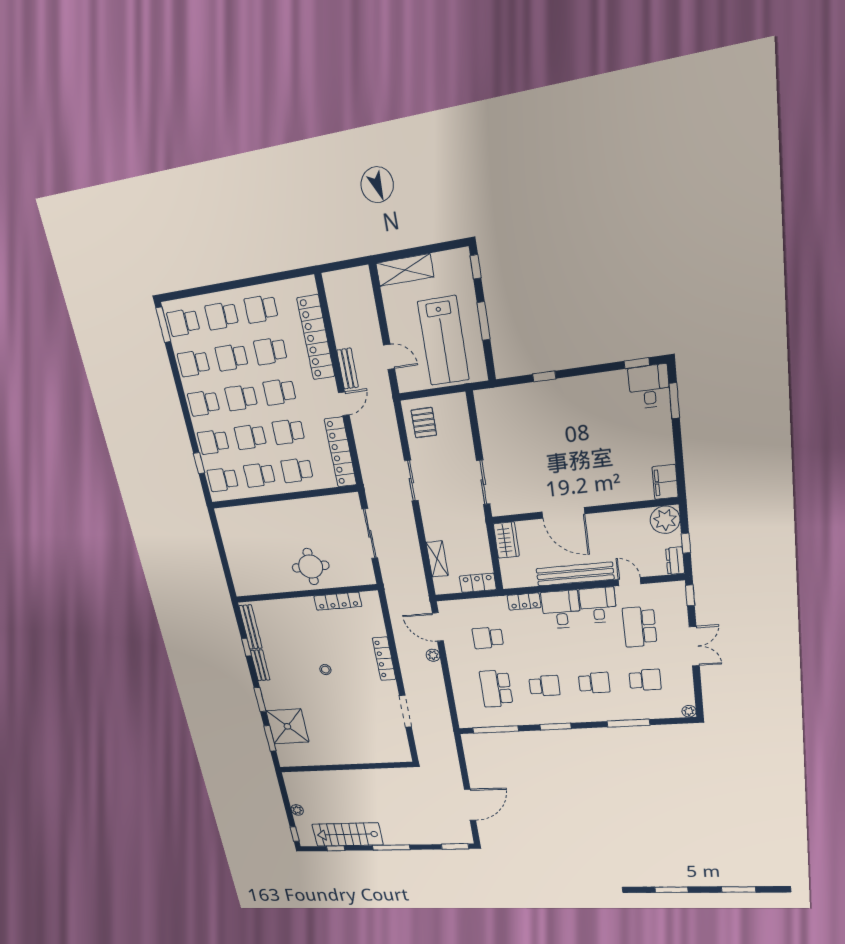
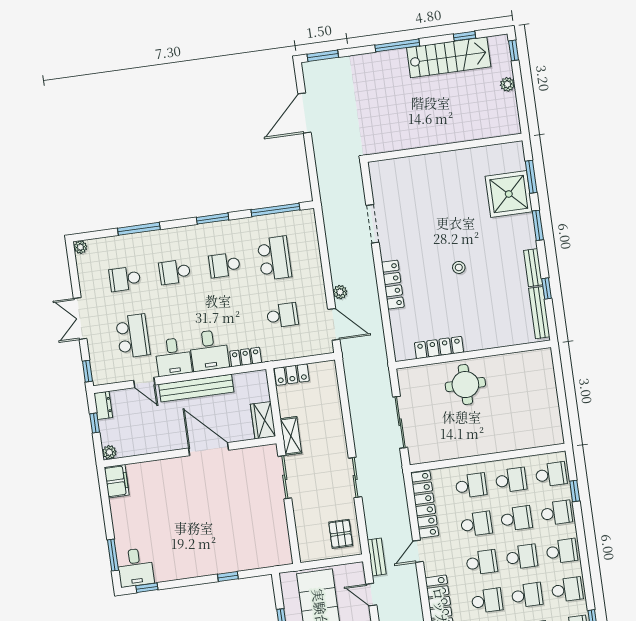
bench: (348, 369) -> (377, 557), moved
plant: (665, 520) -> (109, 452), width x0.53, depth x0.53
shelving: (437, 559) -> (291, 436), moved

